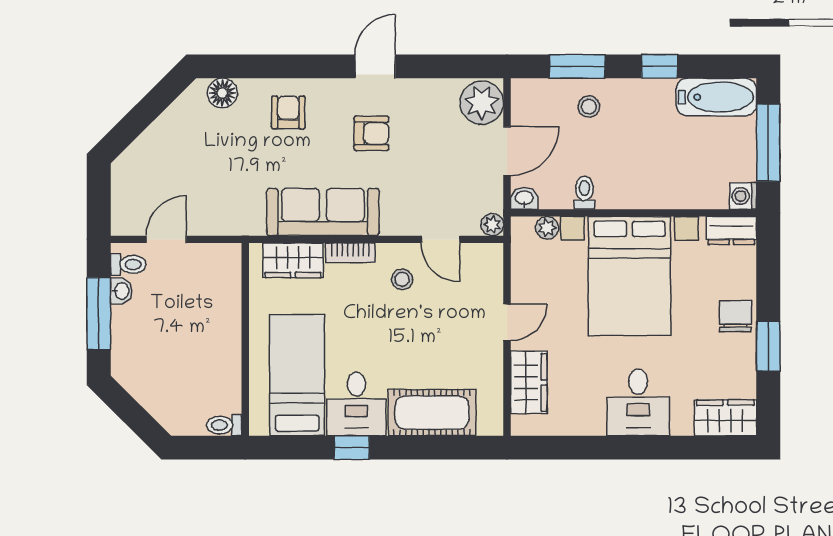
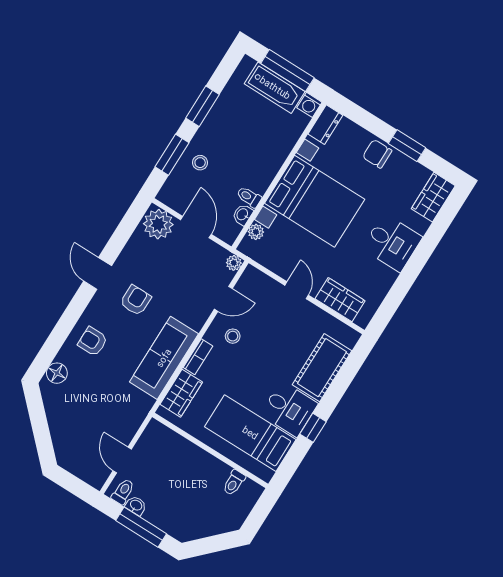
window: (660, 66) -> (202, 106), width x1.50
bathtub: (716, 97) -> (275, 88), moved, turned 90
washbasin: (524, 198) -> (243, 215), moved
toilet: (224, 425) -> (234, 483), moved

